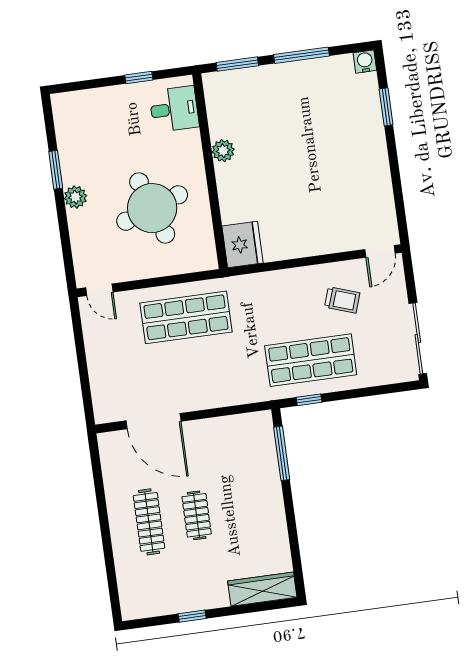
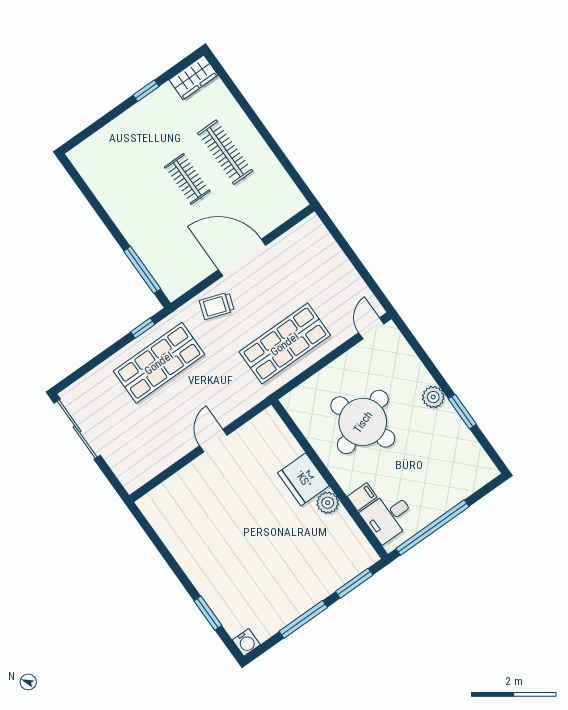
window: (139, 78) -> (432, 528), width x3.17
filing cabinet: (189, 140) -> (362, 497), added
fridge: (243, 244) -> (303, 479), moved
door: (380, 251) -> (213, 441), moved
door: (99, 290) -> (371, 328), hinge flipped
trolley: (342, 300) -> (217, 306), moved
door: (153, 421) -> (242, 257), moved
wardrobe: (262, 589) -> (193, 77), moved, width x0.67

